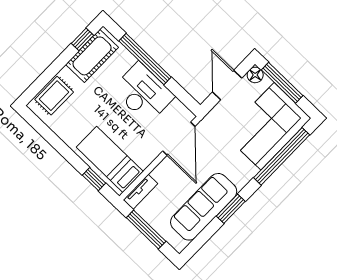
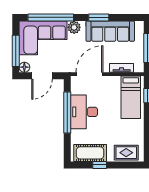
window: (83, 39) -> (100, 165), moved
window: (145, 59) -> (67, 112), moved
plant: (246, 171) -> (74, 27), added
tv unit: (140, 192) -> (122, 68), moved

